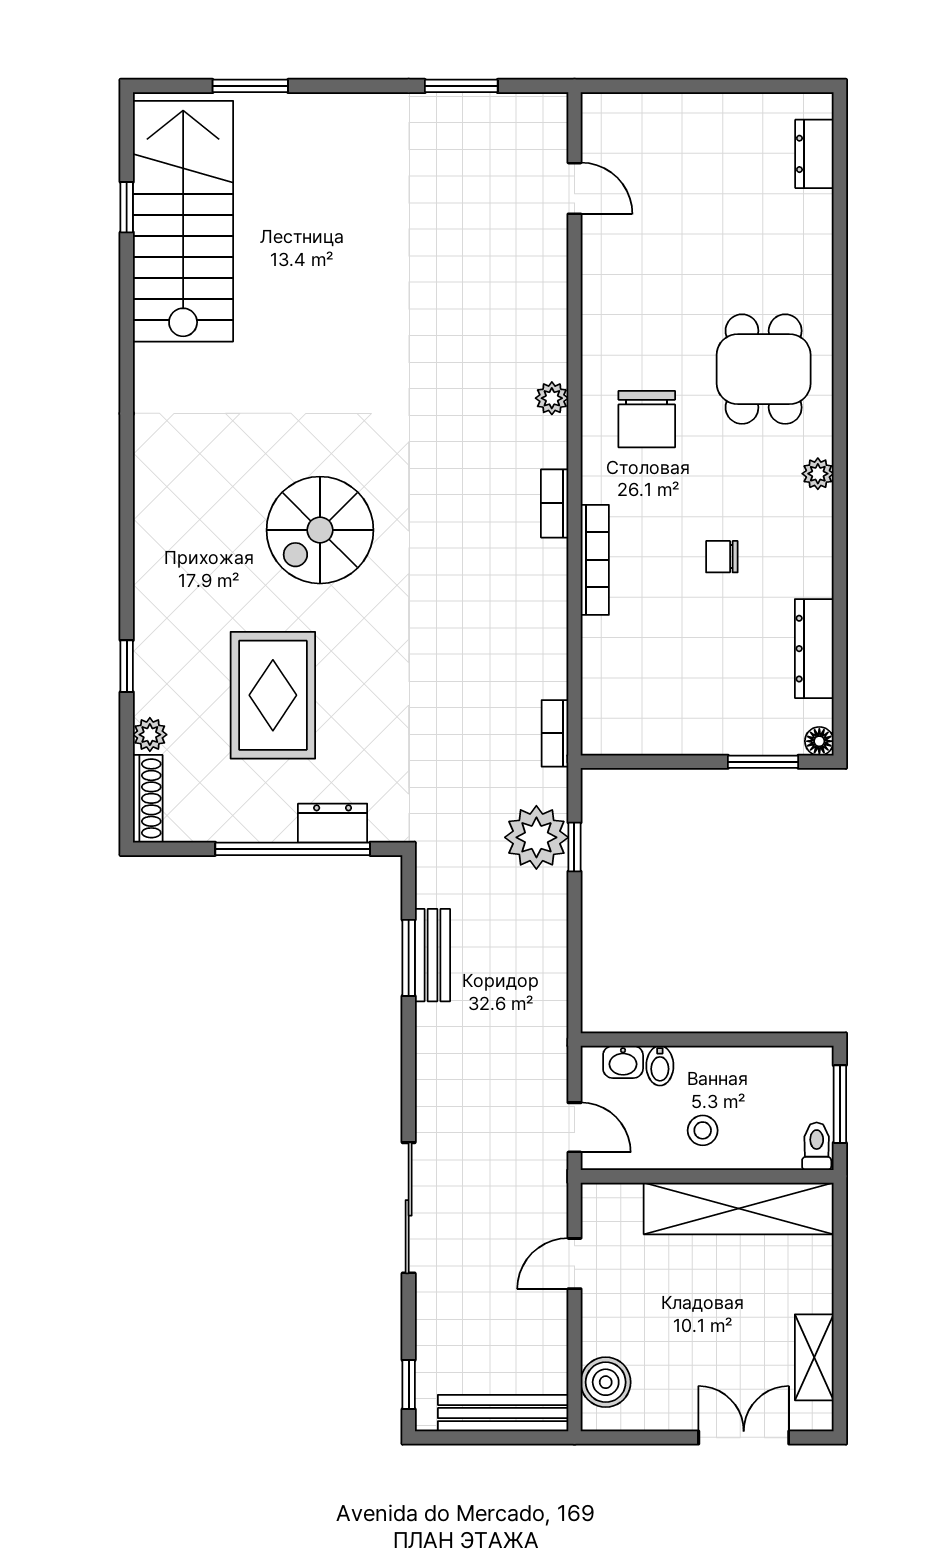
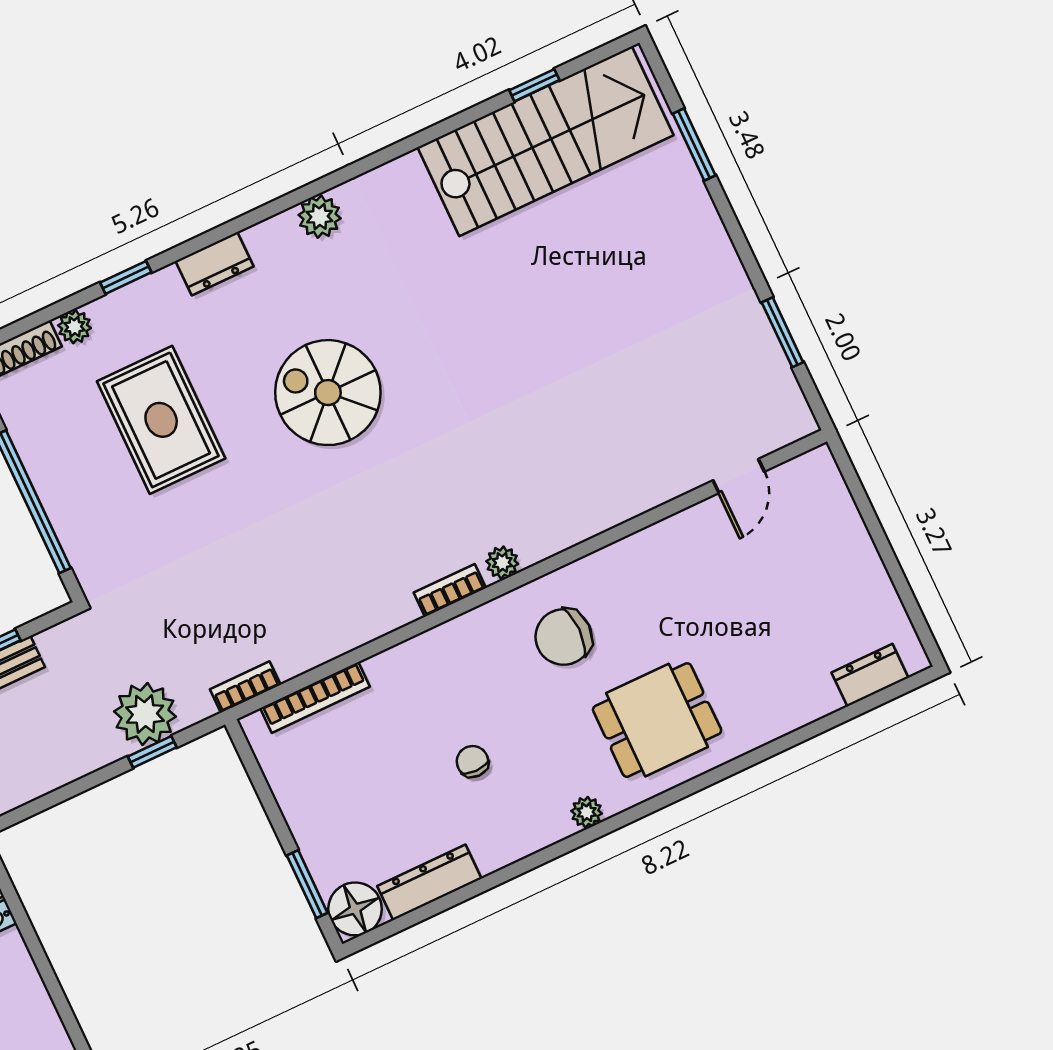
plant: (552, 398) -> (502, 563), moved
plant: (155, 462) -> (320, 217), added
bookcase: (595, 560) -> (315, 697), moved
rug: (273, 695) -> (161, 420), turned 90
floor lamp: (819, 741) -> (355, 909), width x1.89, depth x1.89
dresser: (333, 823) -> (215, 264), moved, turned 90

